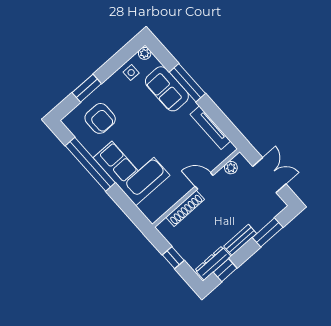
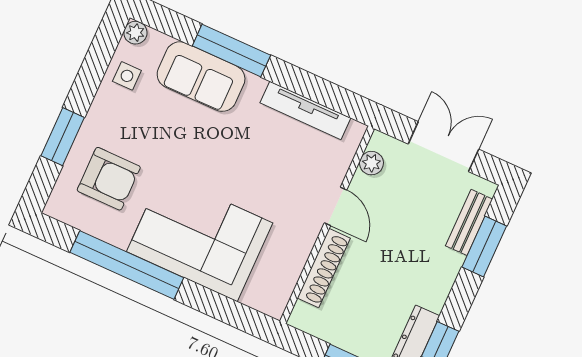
door: (204, 181) -> (336, 206), swing flipped
bench: (240, 240) -> (469, 222), moved

